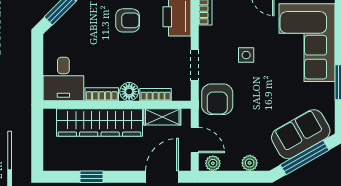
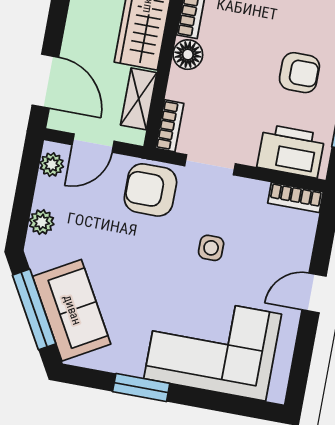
armchair: (128, 20) -> (299, 73), turned -90
bookcase: (156, 95) -> (170, 126), moved

